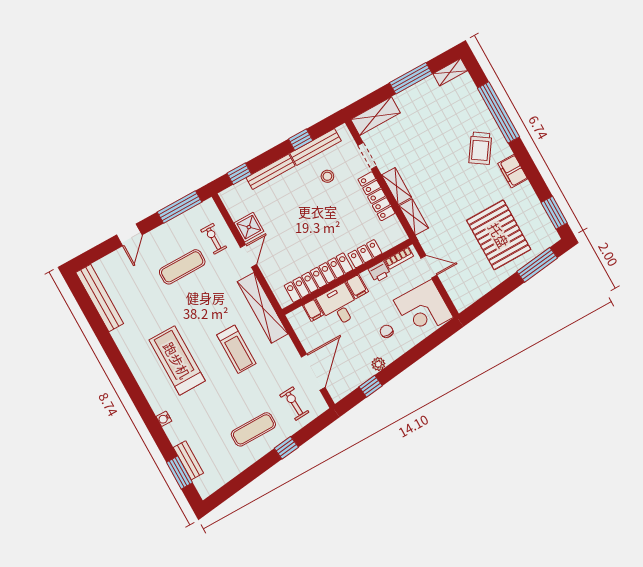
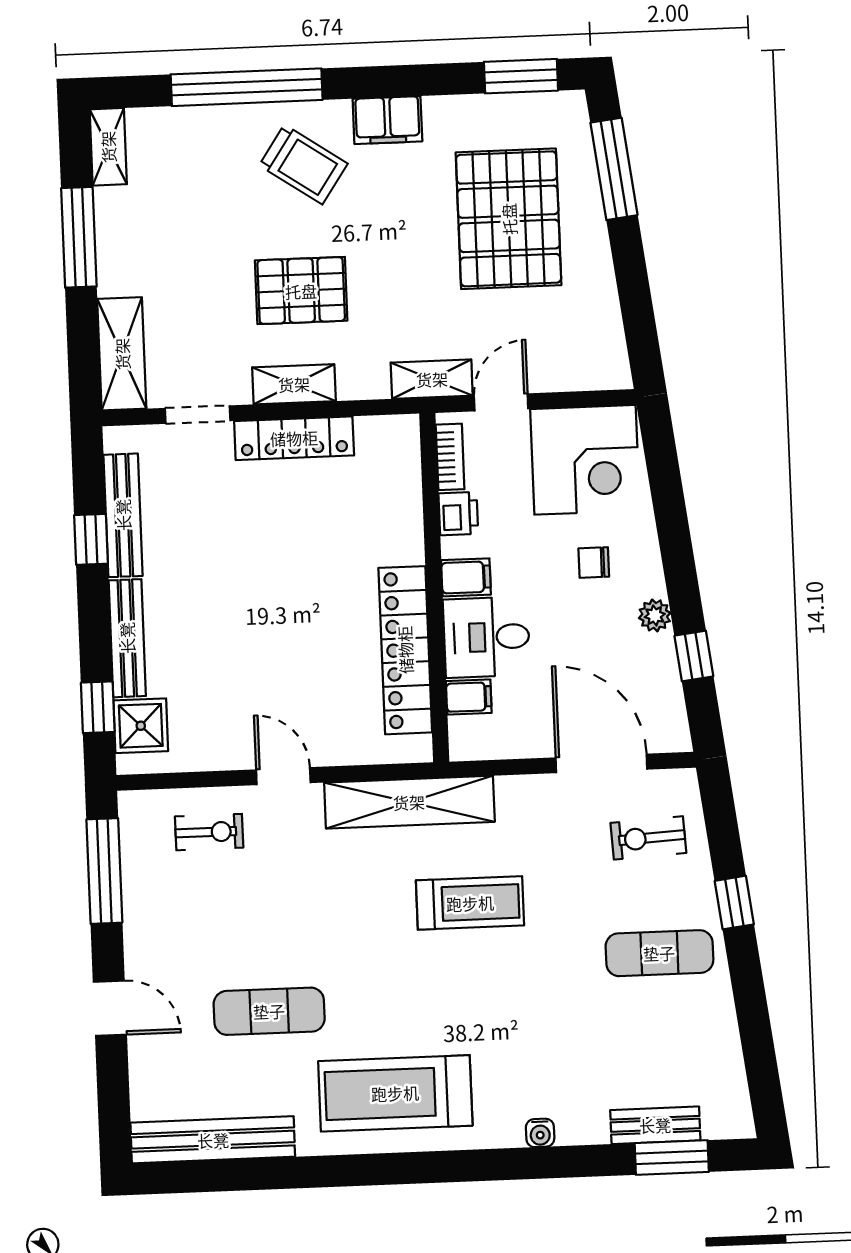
pallet: (433, 171) -> (301, 291), added
stool: (327, 176) -> (198, 522), removed
shelving: (414, 217) -> (432, 379), moved
shower: (249, 227) -> (141, 726), moved
pallet: (499, 235) -> (509, 219), turned 90
exercise bike: (214, 239) -> (209, 832), turned 180
locker: (365, 254) -> (404, 525), removed
exercise mat: (182, 267) -> (269, 1011), moved, turned 90
treadmill: (177, 360) -> (395, 1093), moved
exercise mat: (253, 429) -> (659, 953), turned 90

